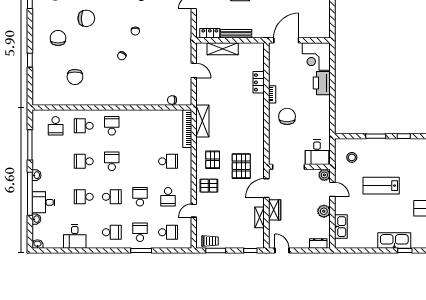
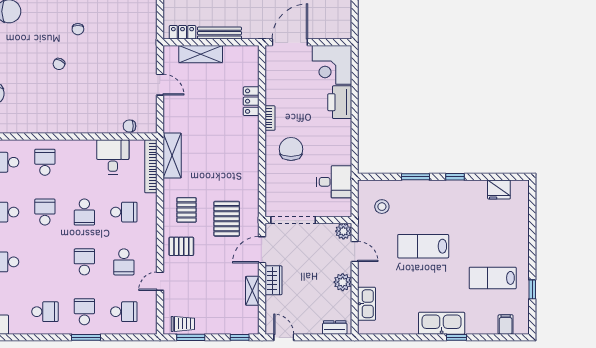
desk: (160, 122) -> (113, 157), added
desk: (317, 152) -> (334, 182), moved, turned -90
school desk: (112, 197) -> (84, 212), moved, turned 90

